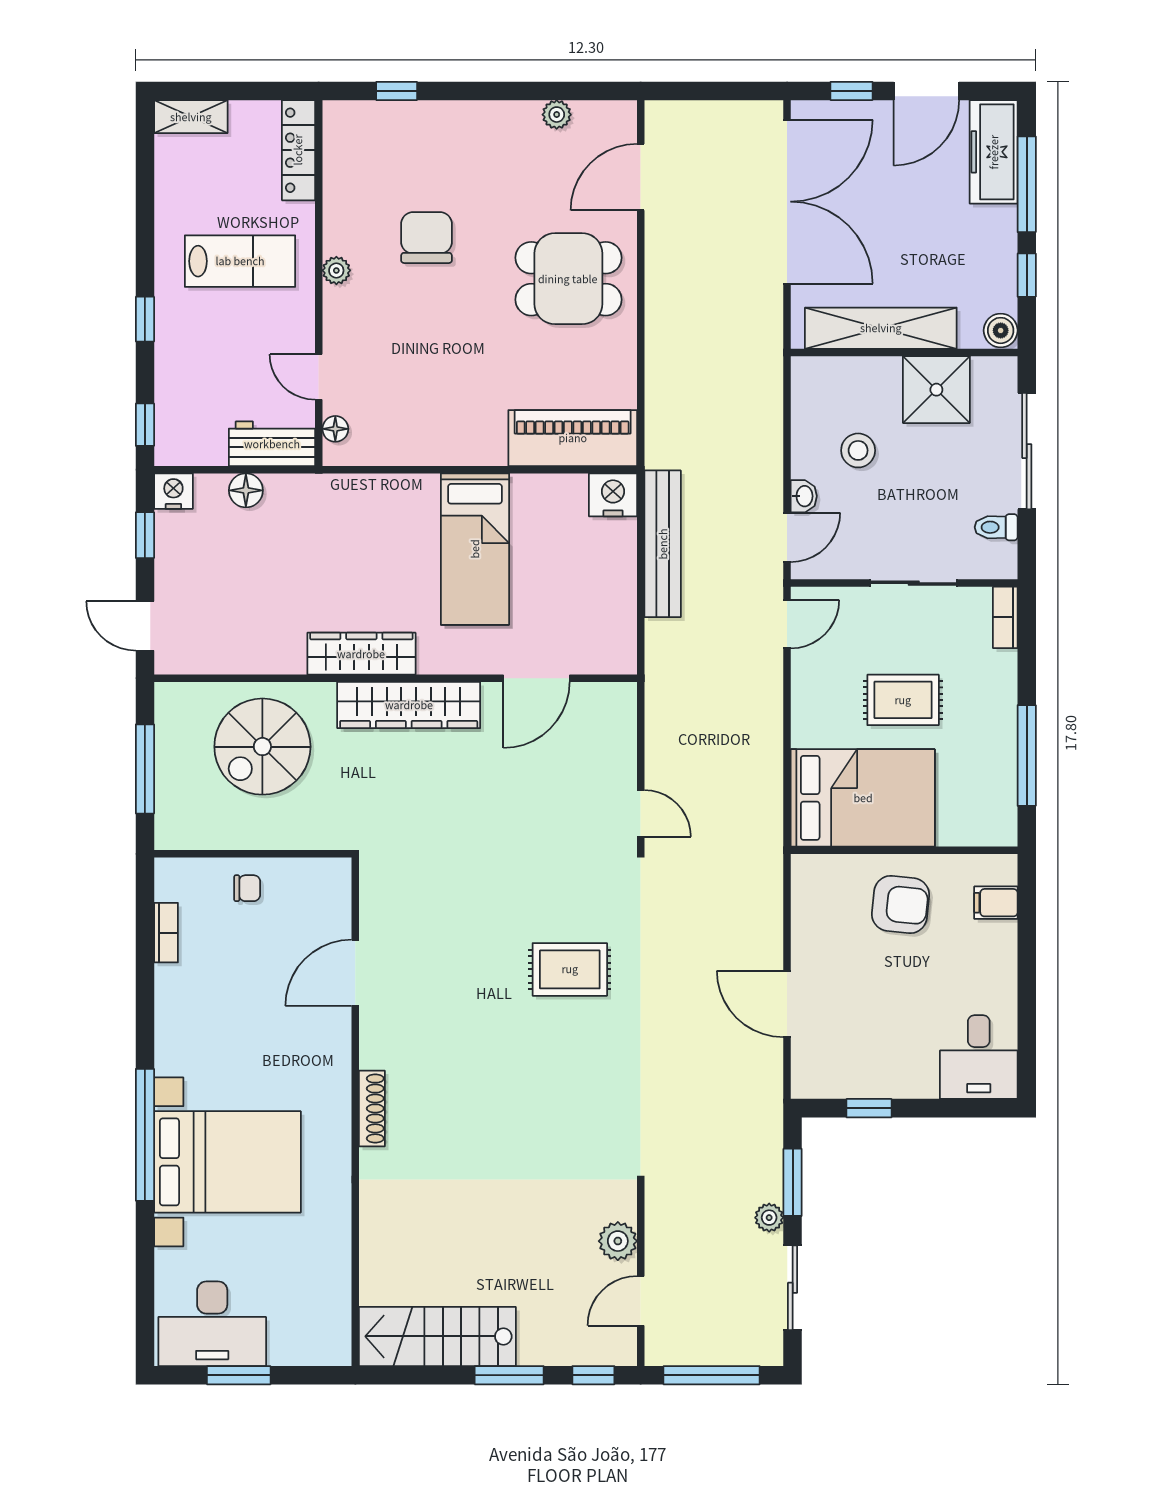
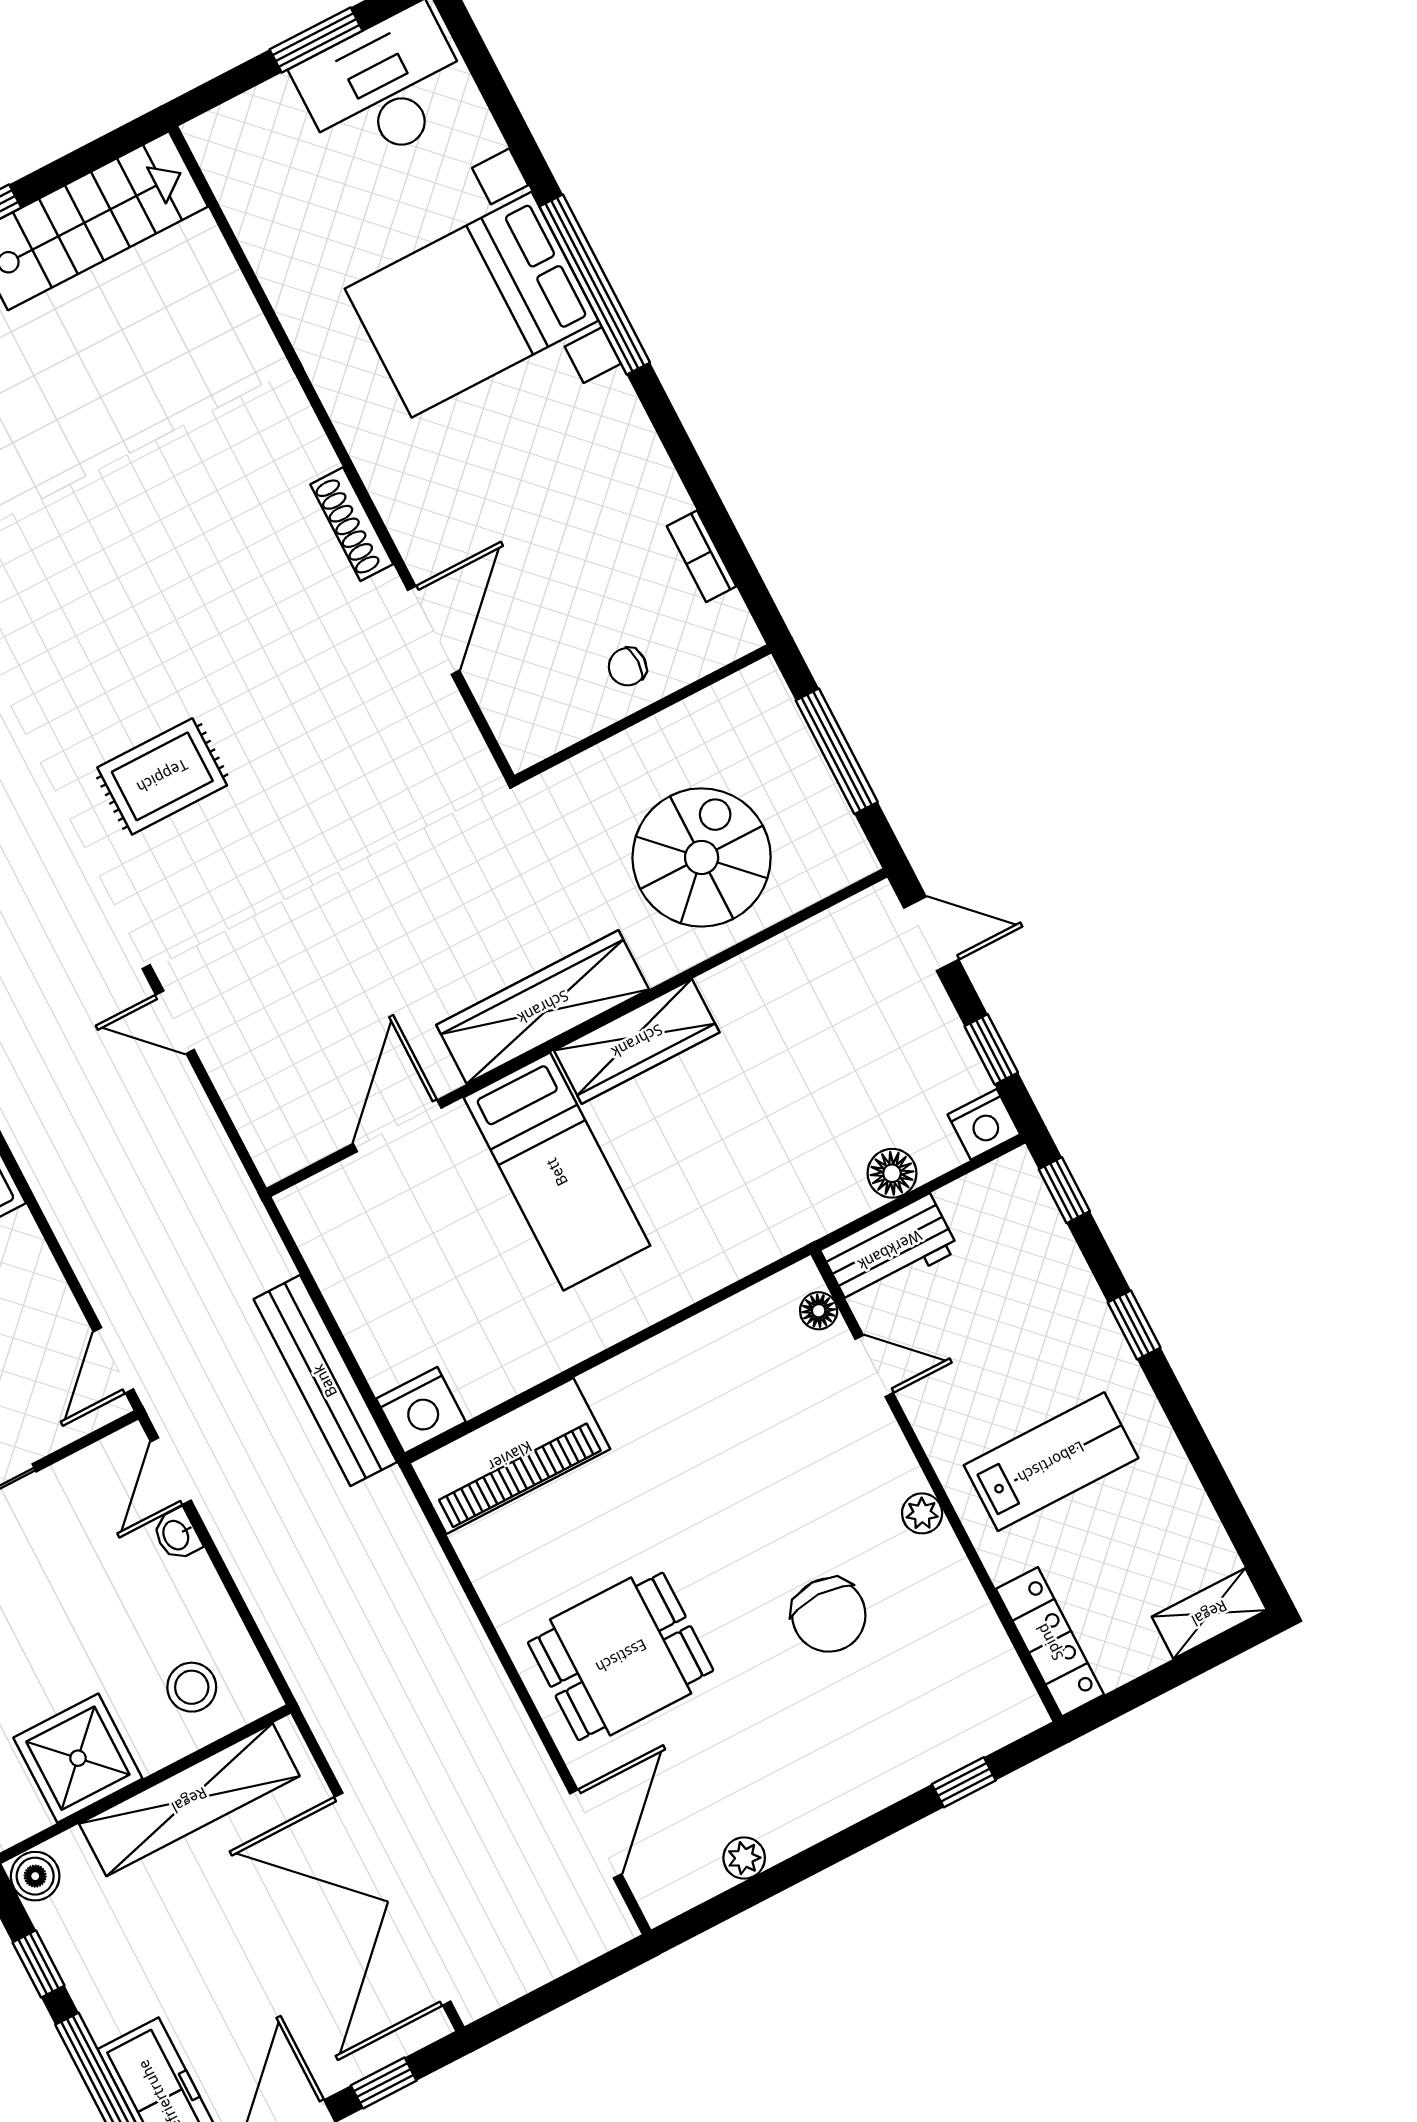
lab bench: (240, 261) -> (1051, 1462), turned 180
stool: (858, 450) -> (192, 1687), moved
bed: (475, 549) -> (557, 1172), moved, turned 180
shoe rack: (372, 1108) -> (352, 524), moved

